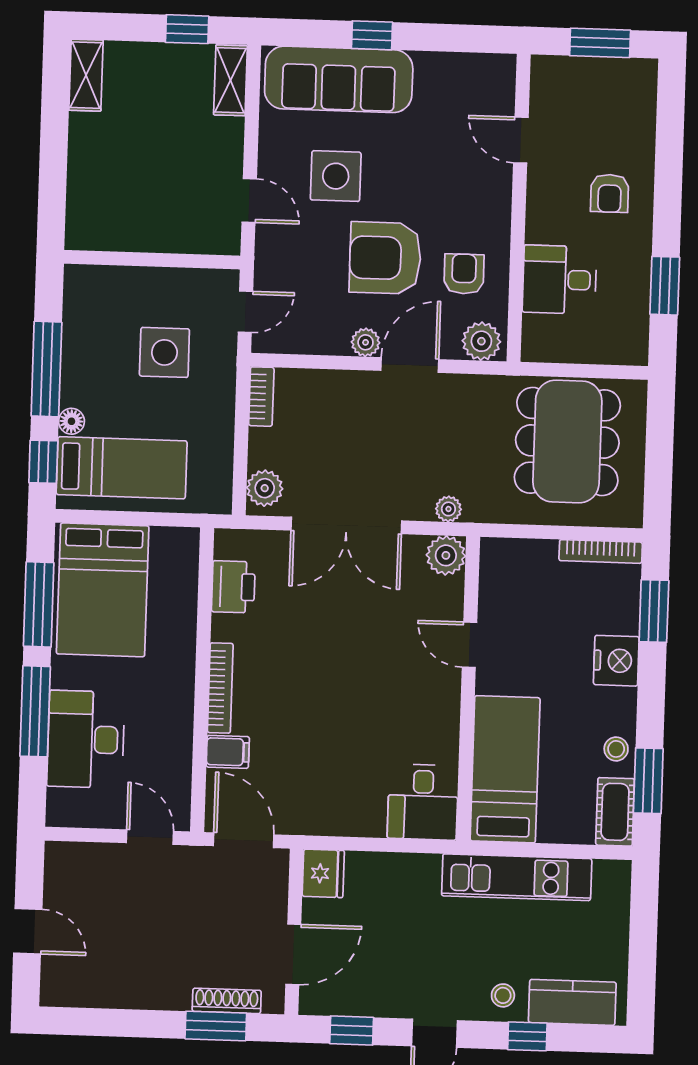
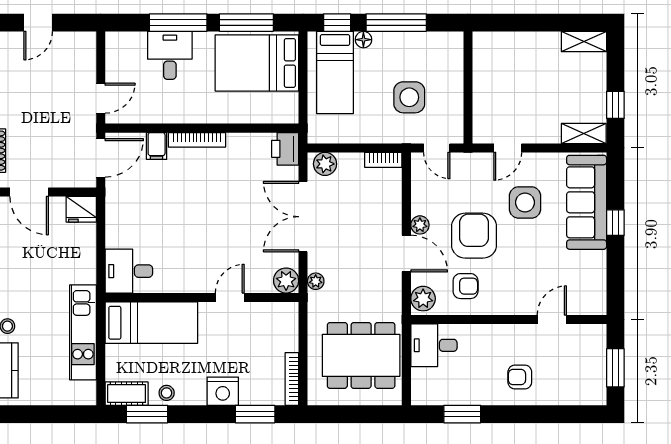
desk: (559, 280) -> (434, 345), moved, turned -90
printer: (233, 587) -> (285, 149), moved, turned 90
desk: (86, 739) -> (170, 55), width x0.73

